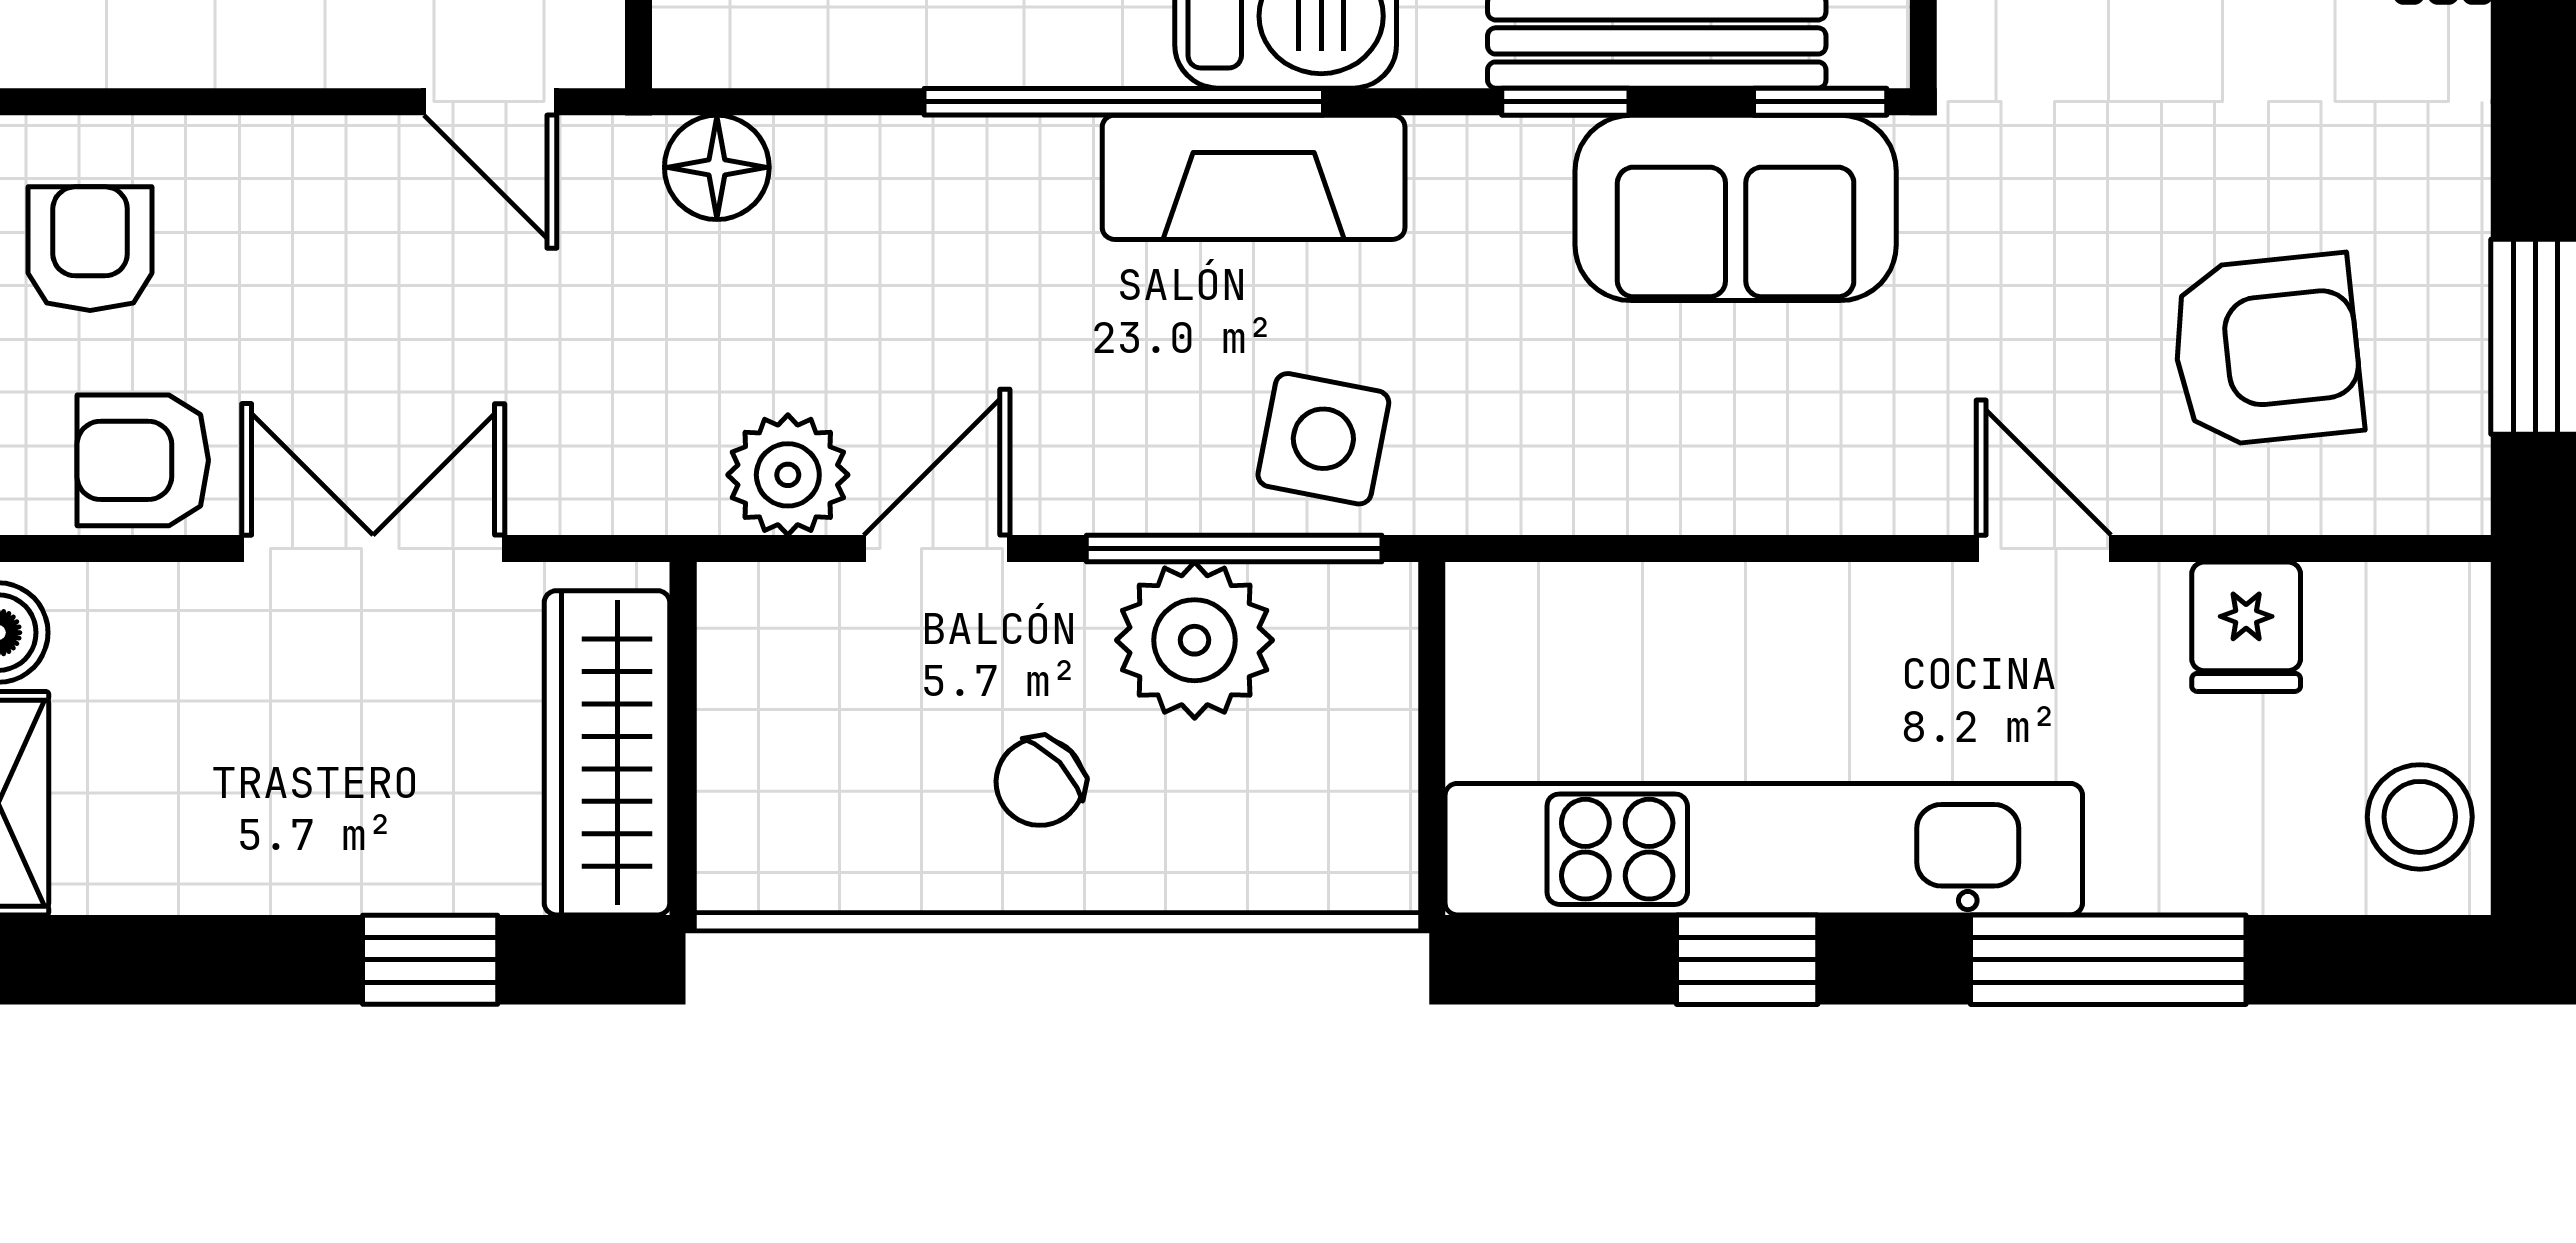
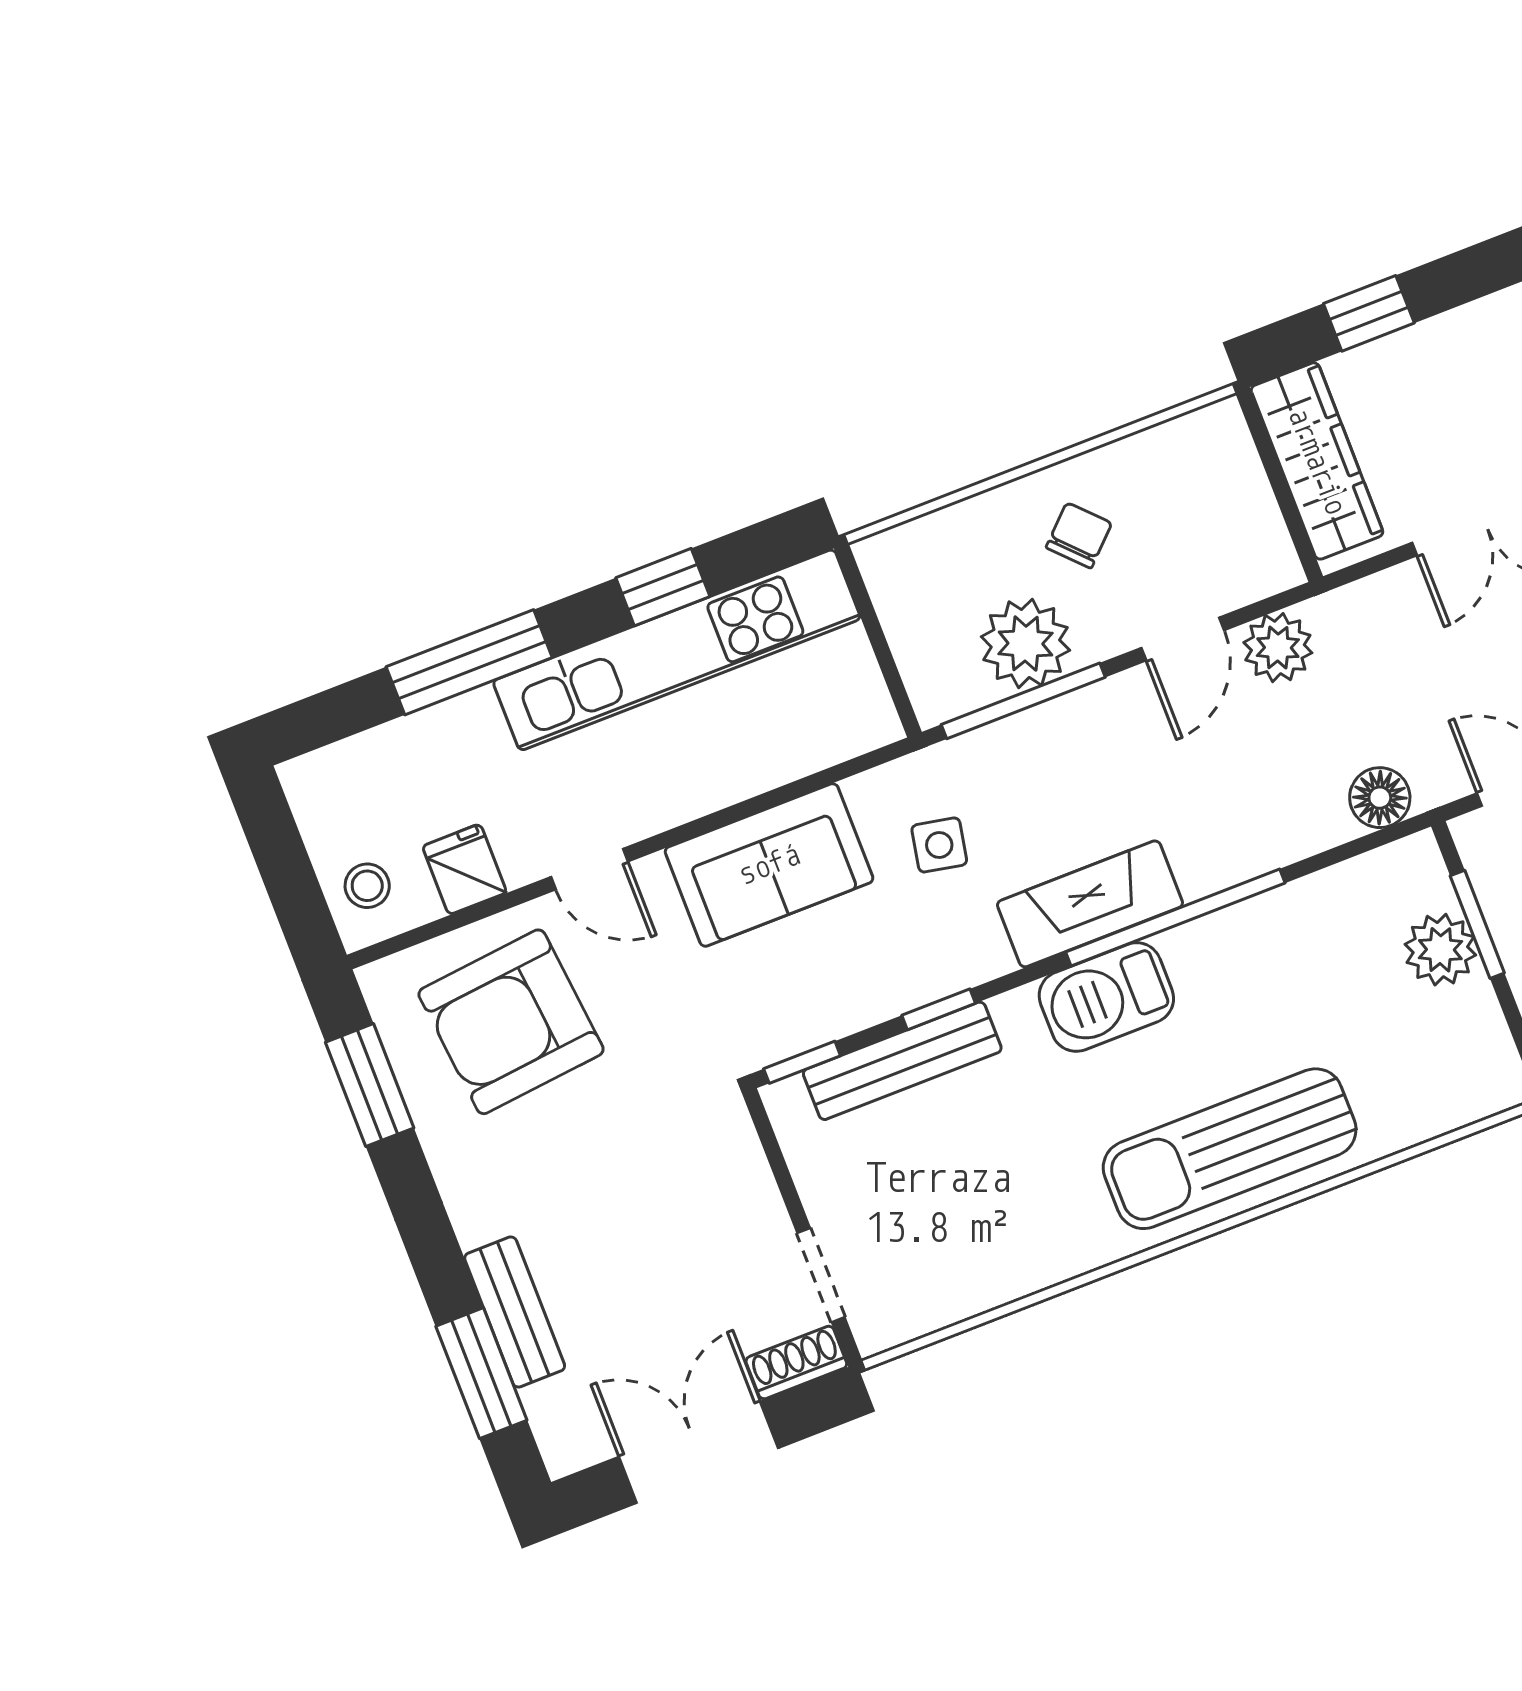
sofa: (1736, 208) -> (769, 865), moved, turned 180
armchair: (2267, 350) -> (511, 1022), width x1.36, depth x1.36
side table: (1323, 439) -> (939, 845), moved, width x0.73, depth x0.73
stool: (2420, 817) -> (367, 886), moved, width x0.73, depth x0.73

